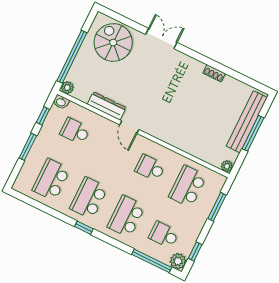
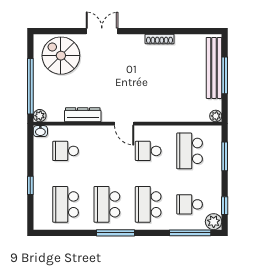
shoe rack: (214, 73) -> (160, 39), width x1.43
window: (43, 116) -> (30, 151), removed
door: (129, 127) -> (124, 124), moved
window: (28, 147) -> (30, 185), width x0.67
window: (84, 228) -> (115, 233), width x2.17

